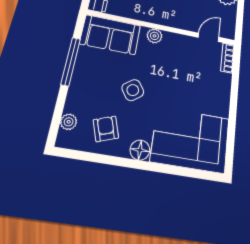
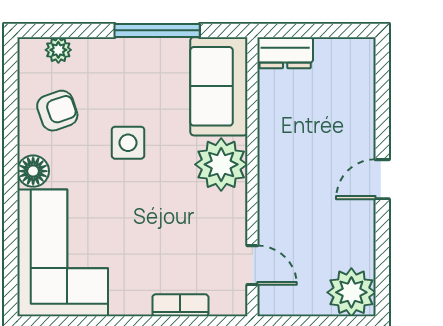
plant: (154, 36) -> (221, 164), width x1.88, depth x1.88
bookcase: (228, 58) -> (180, 305), moved
side table: (133, 90) -> (128, 143), turned 36

